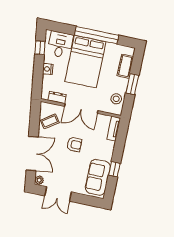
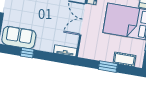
stool: (116, 99) -> (93, 52), removed
armchair: (74, 144) -> (49, 14), removed

